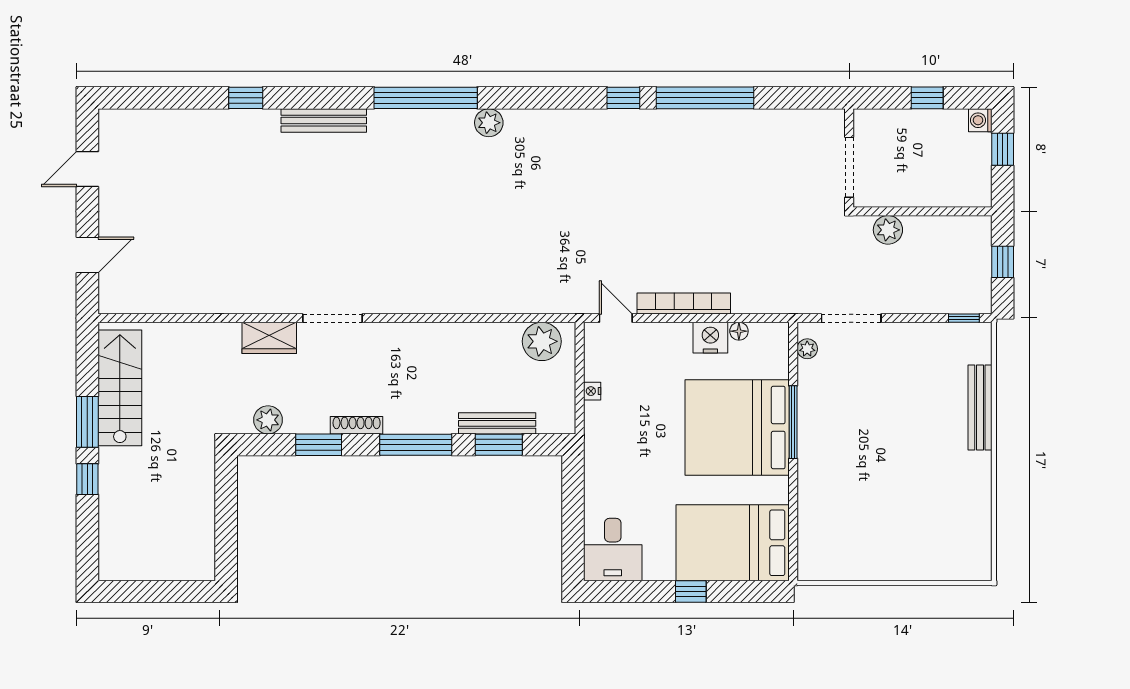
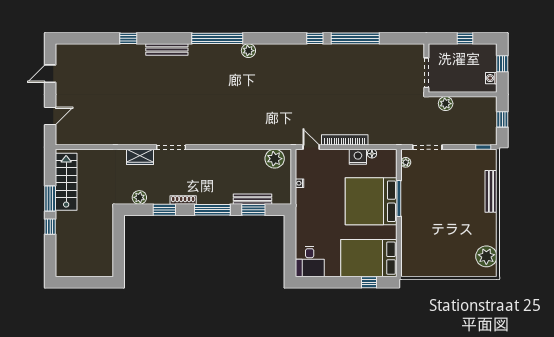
washing machine: (980, 120) -> (491, 78), moved
plant: (971, 539) -> (486, 256), added
window: (691, 592) -> (369, 282), moved

